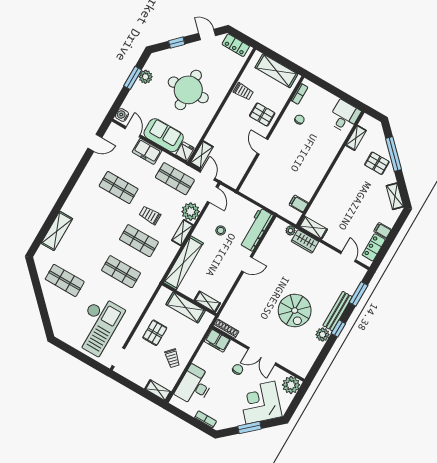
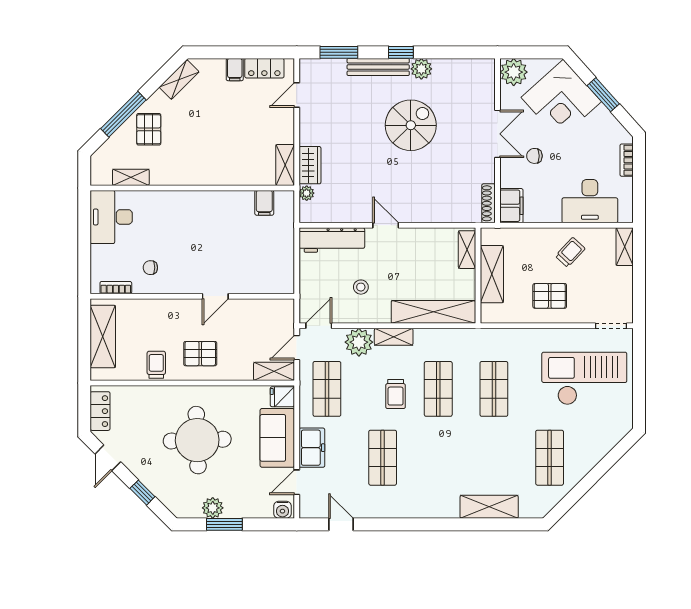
pallet: (262, 115) -> (200, 354), moved, turned 90
desk: (344, 116) -> (111, 217), width x1.37

